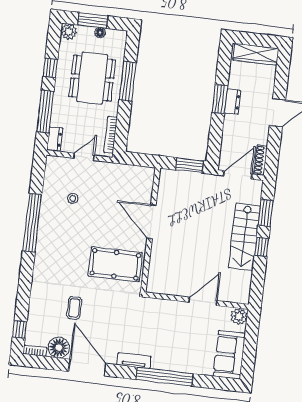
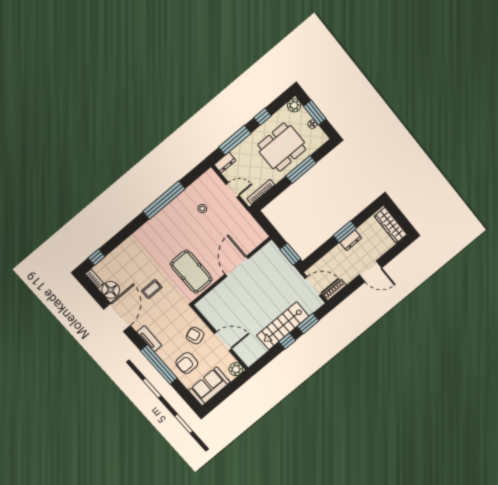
coffee table: (74, 308) -> (152, 289), moved
armchair: (173, 319) -> (195, 336), added
armchair: (189, 352) -> (187, 363), added

